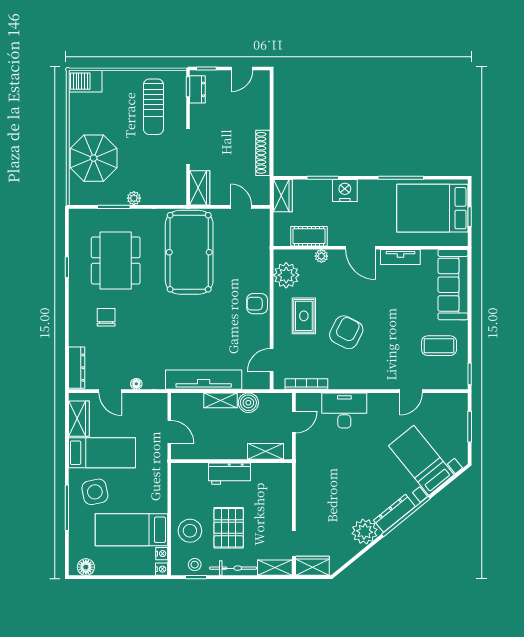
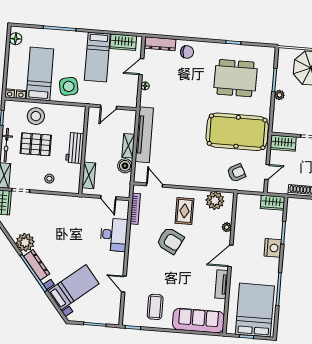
cot: (309, 236) -> (242, 219), removed
armchair: (257, 304) -> (237, 173), moved, turned 62
rug: (304, 316) -> (184, 211), turned 90
chair: (106, 317) -> (187, 52), moved
side table: (95, 492) -> (69, 86), moved
stool: (195, 565) -> (49, 179), moved

